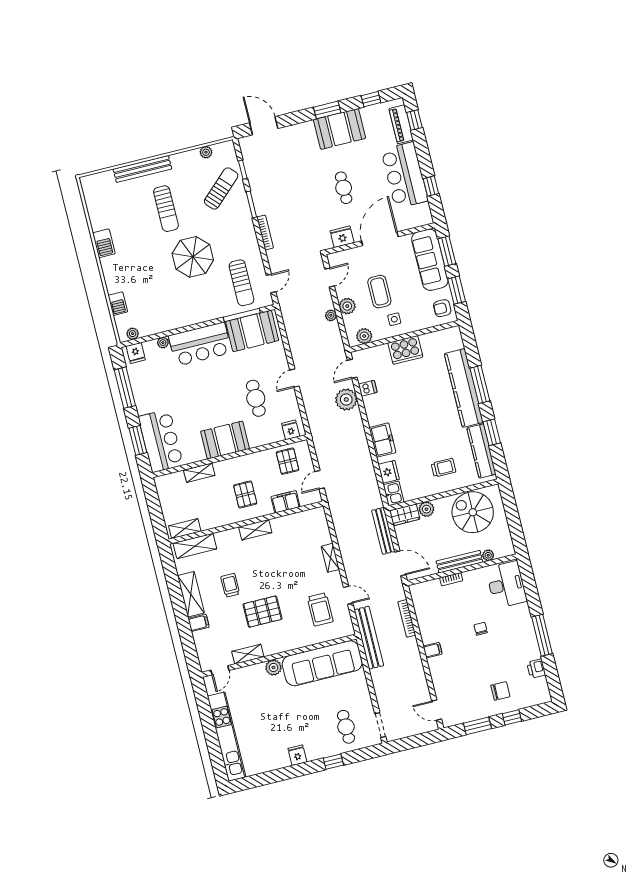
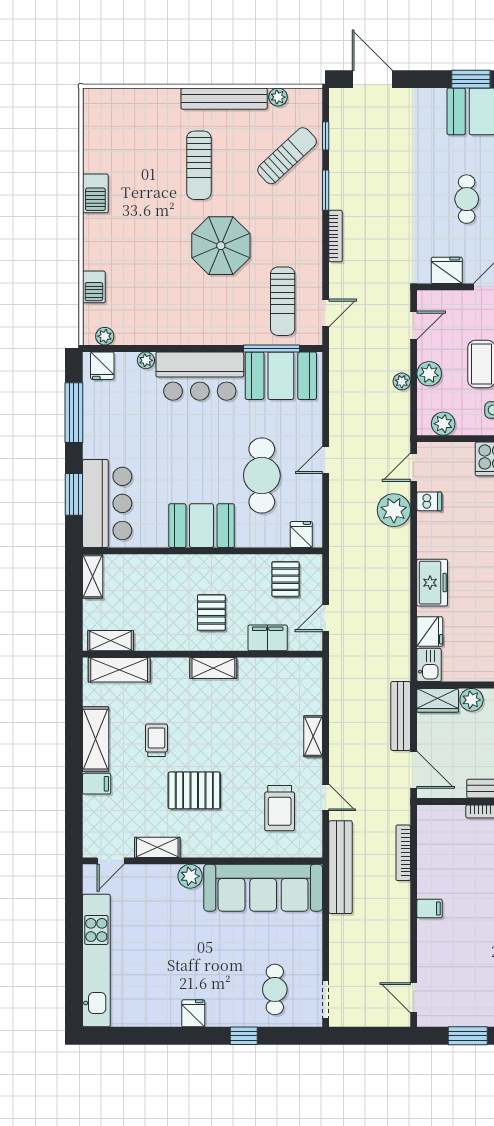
bench: (142, 169) -> (224, 99), moved
cafe table: (256, 398) -> (262, 475), width x1.37, depth x1.35
shelving: (199, 473) -> (93, 576), moved, turned 90

